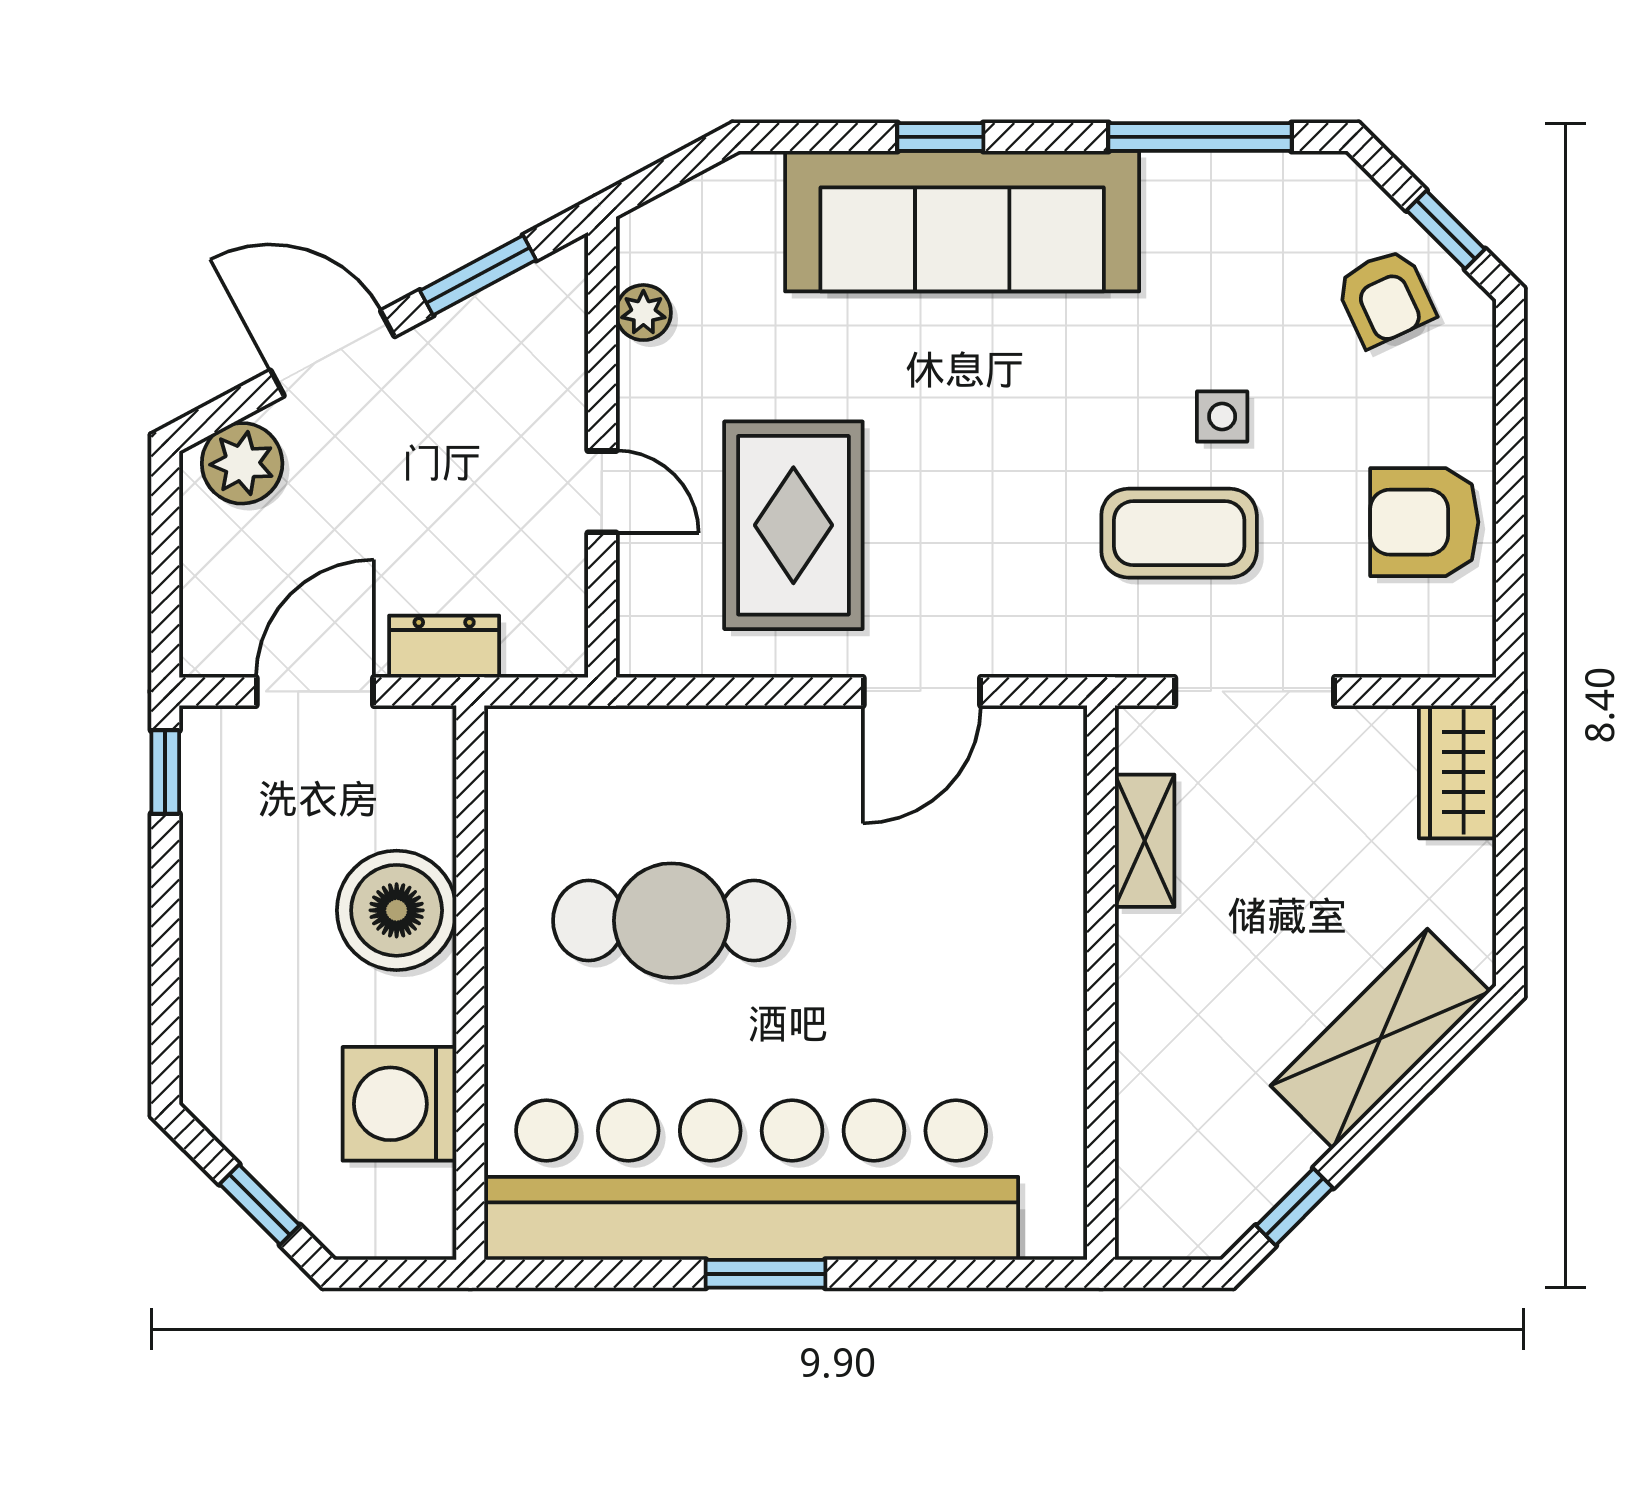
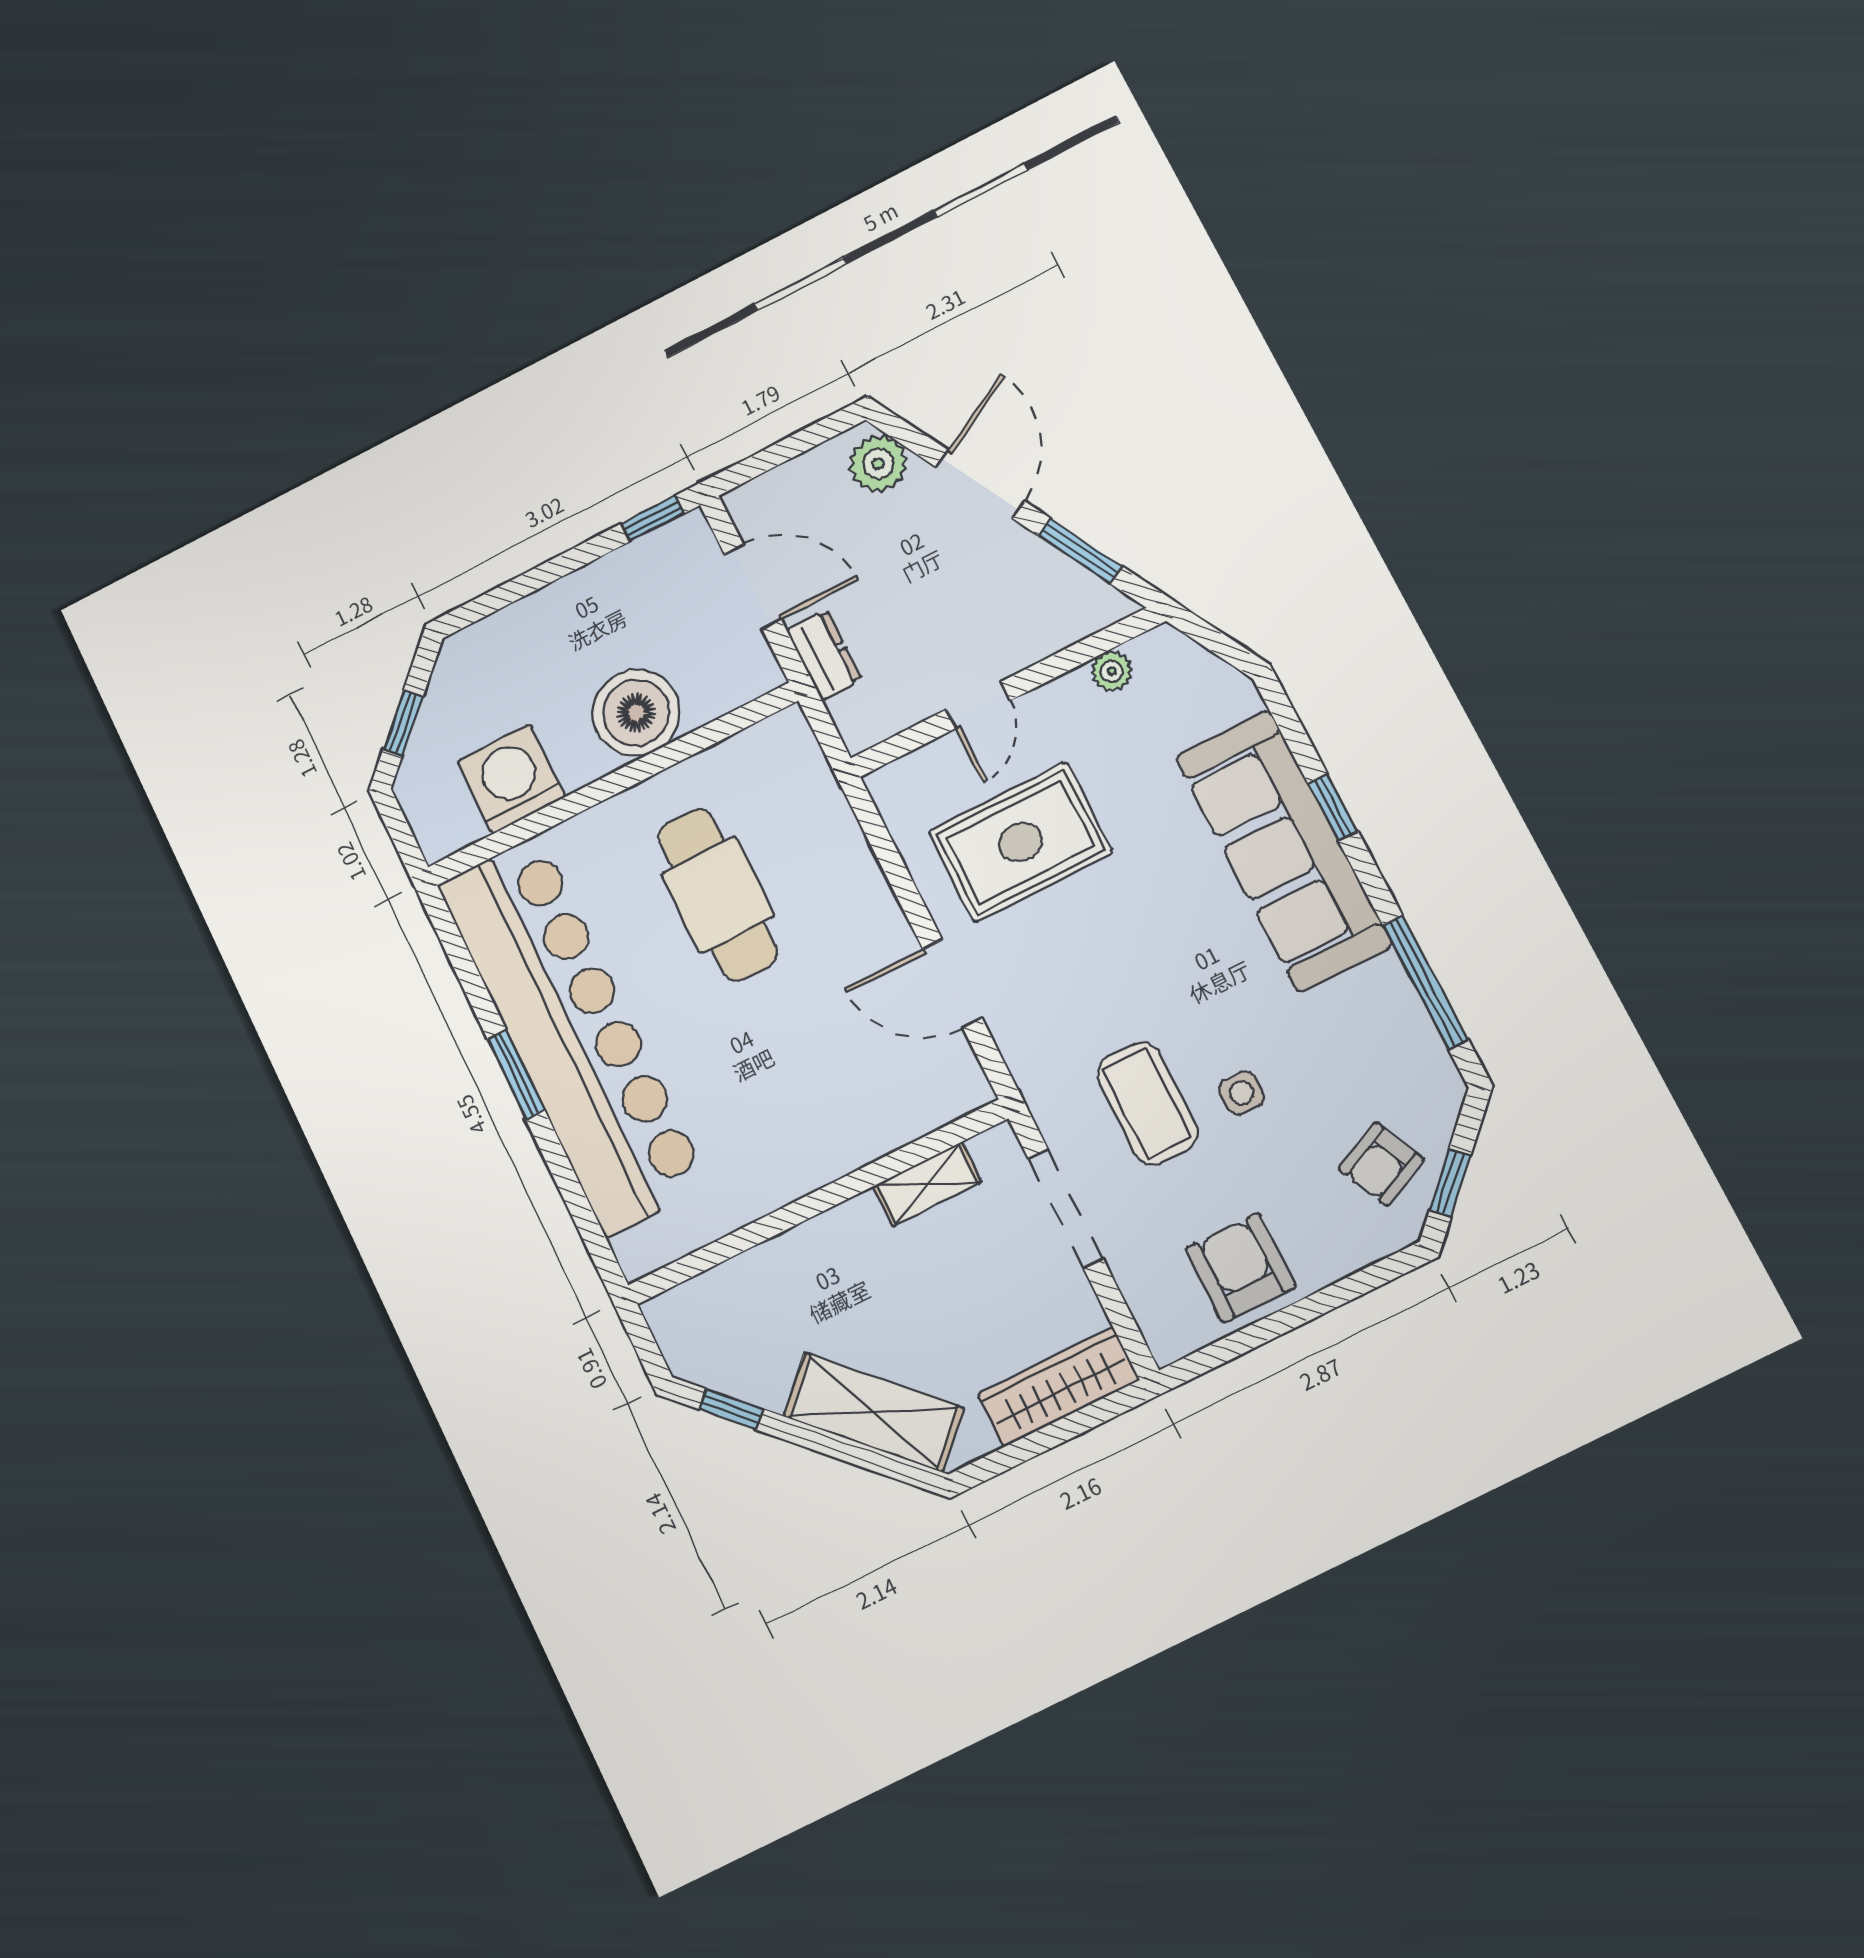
wardrobe: (1458, 772) -> (1058, 1387), width x1.50

